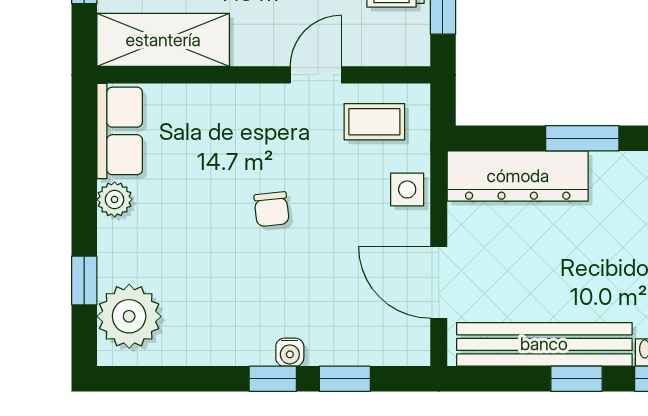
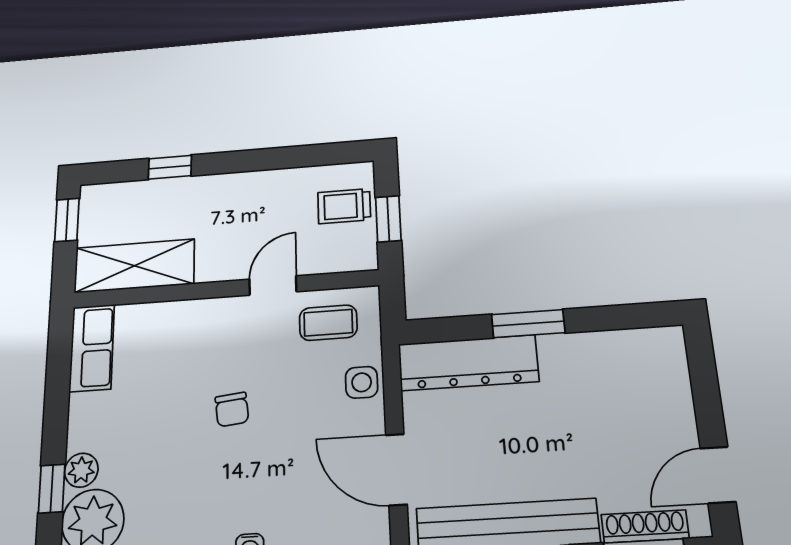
plant: (115, 199) -> (81, 470), moved

